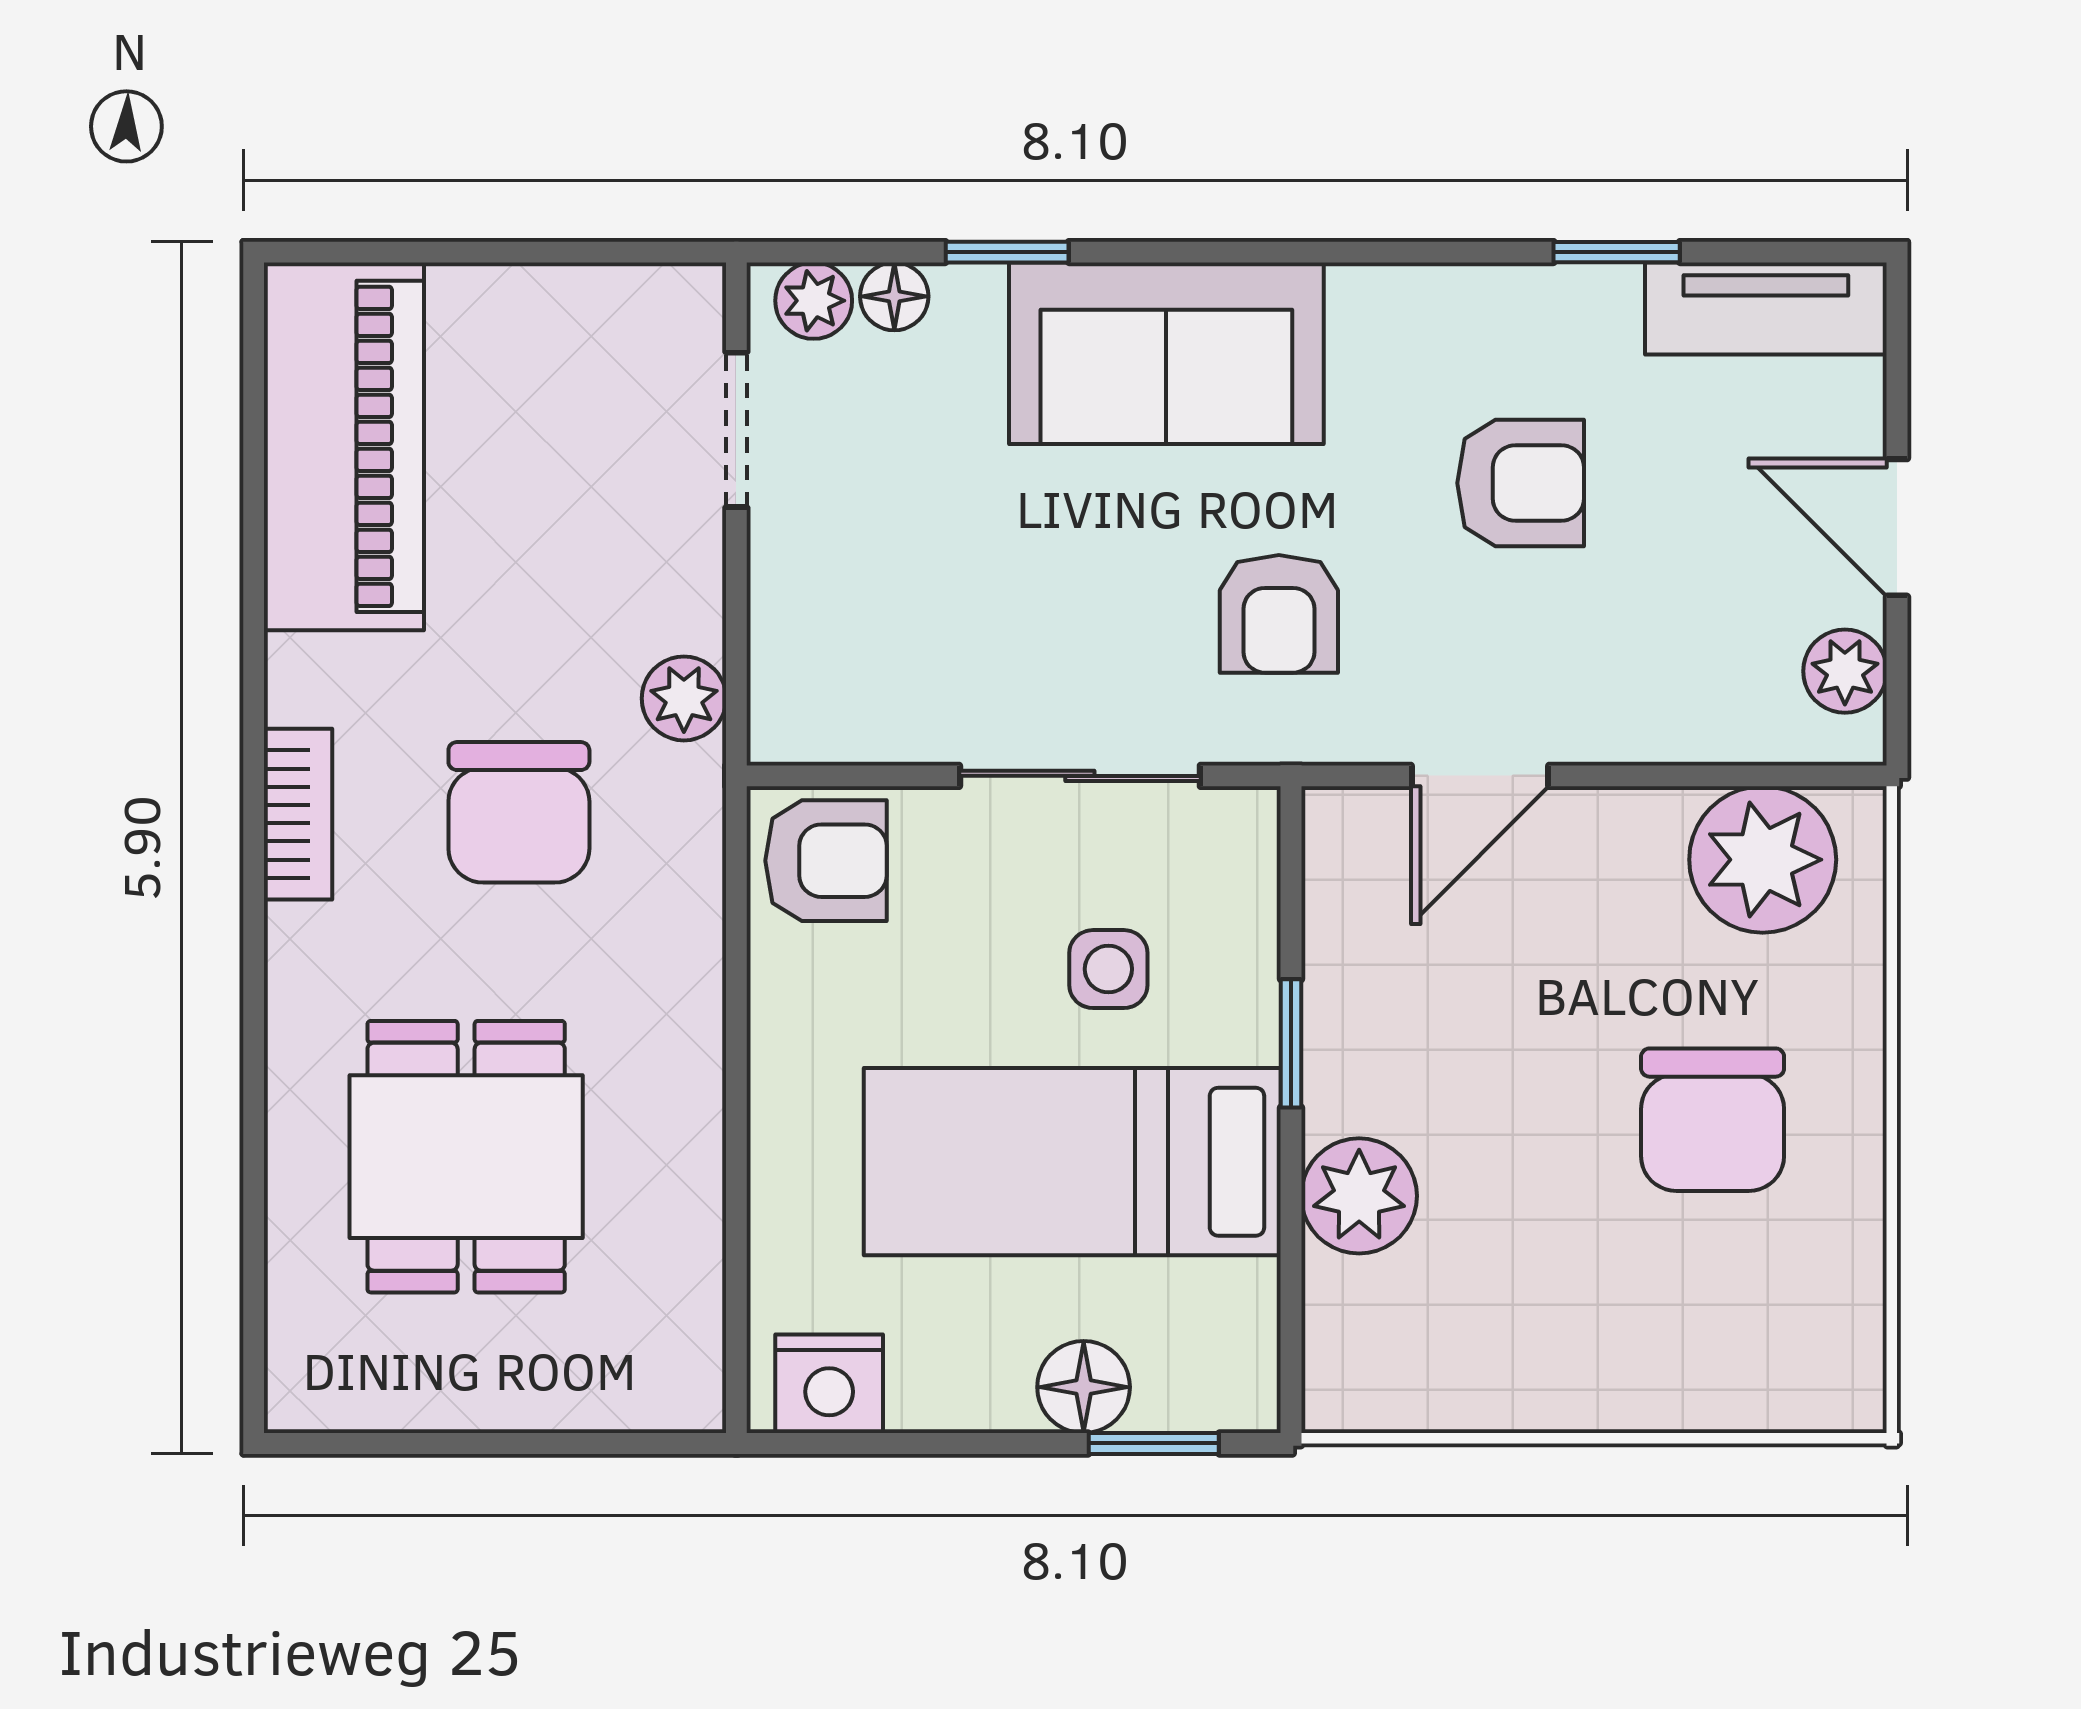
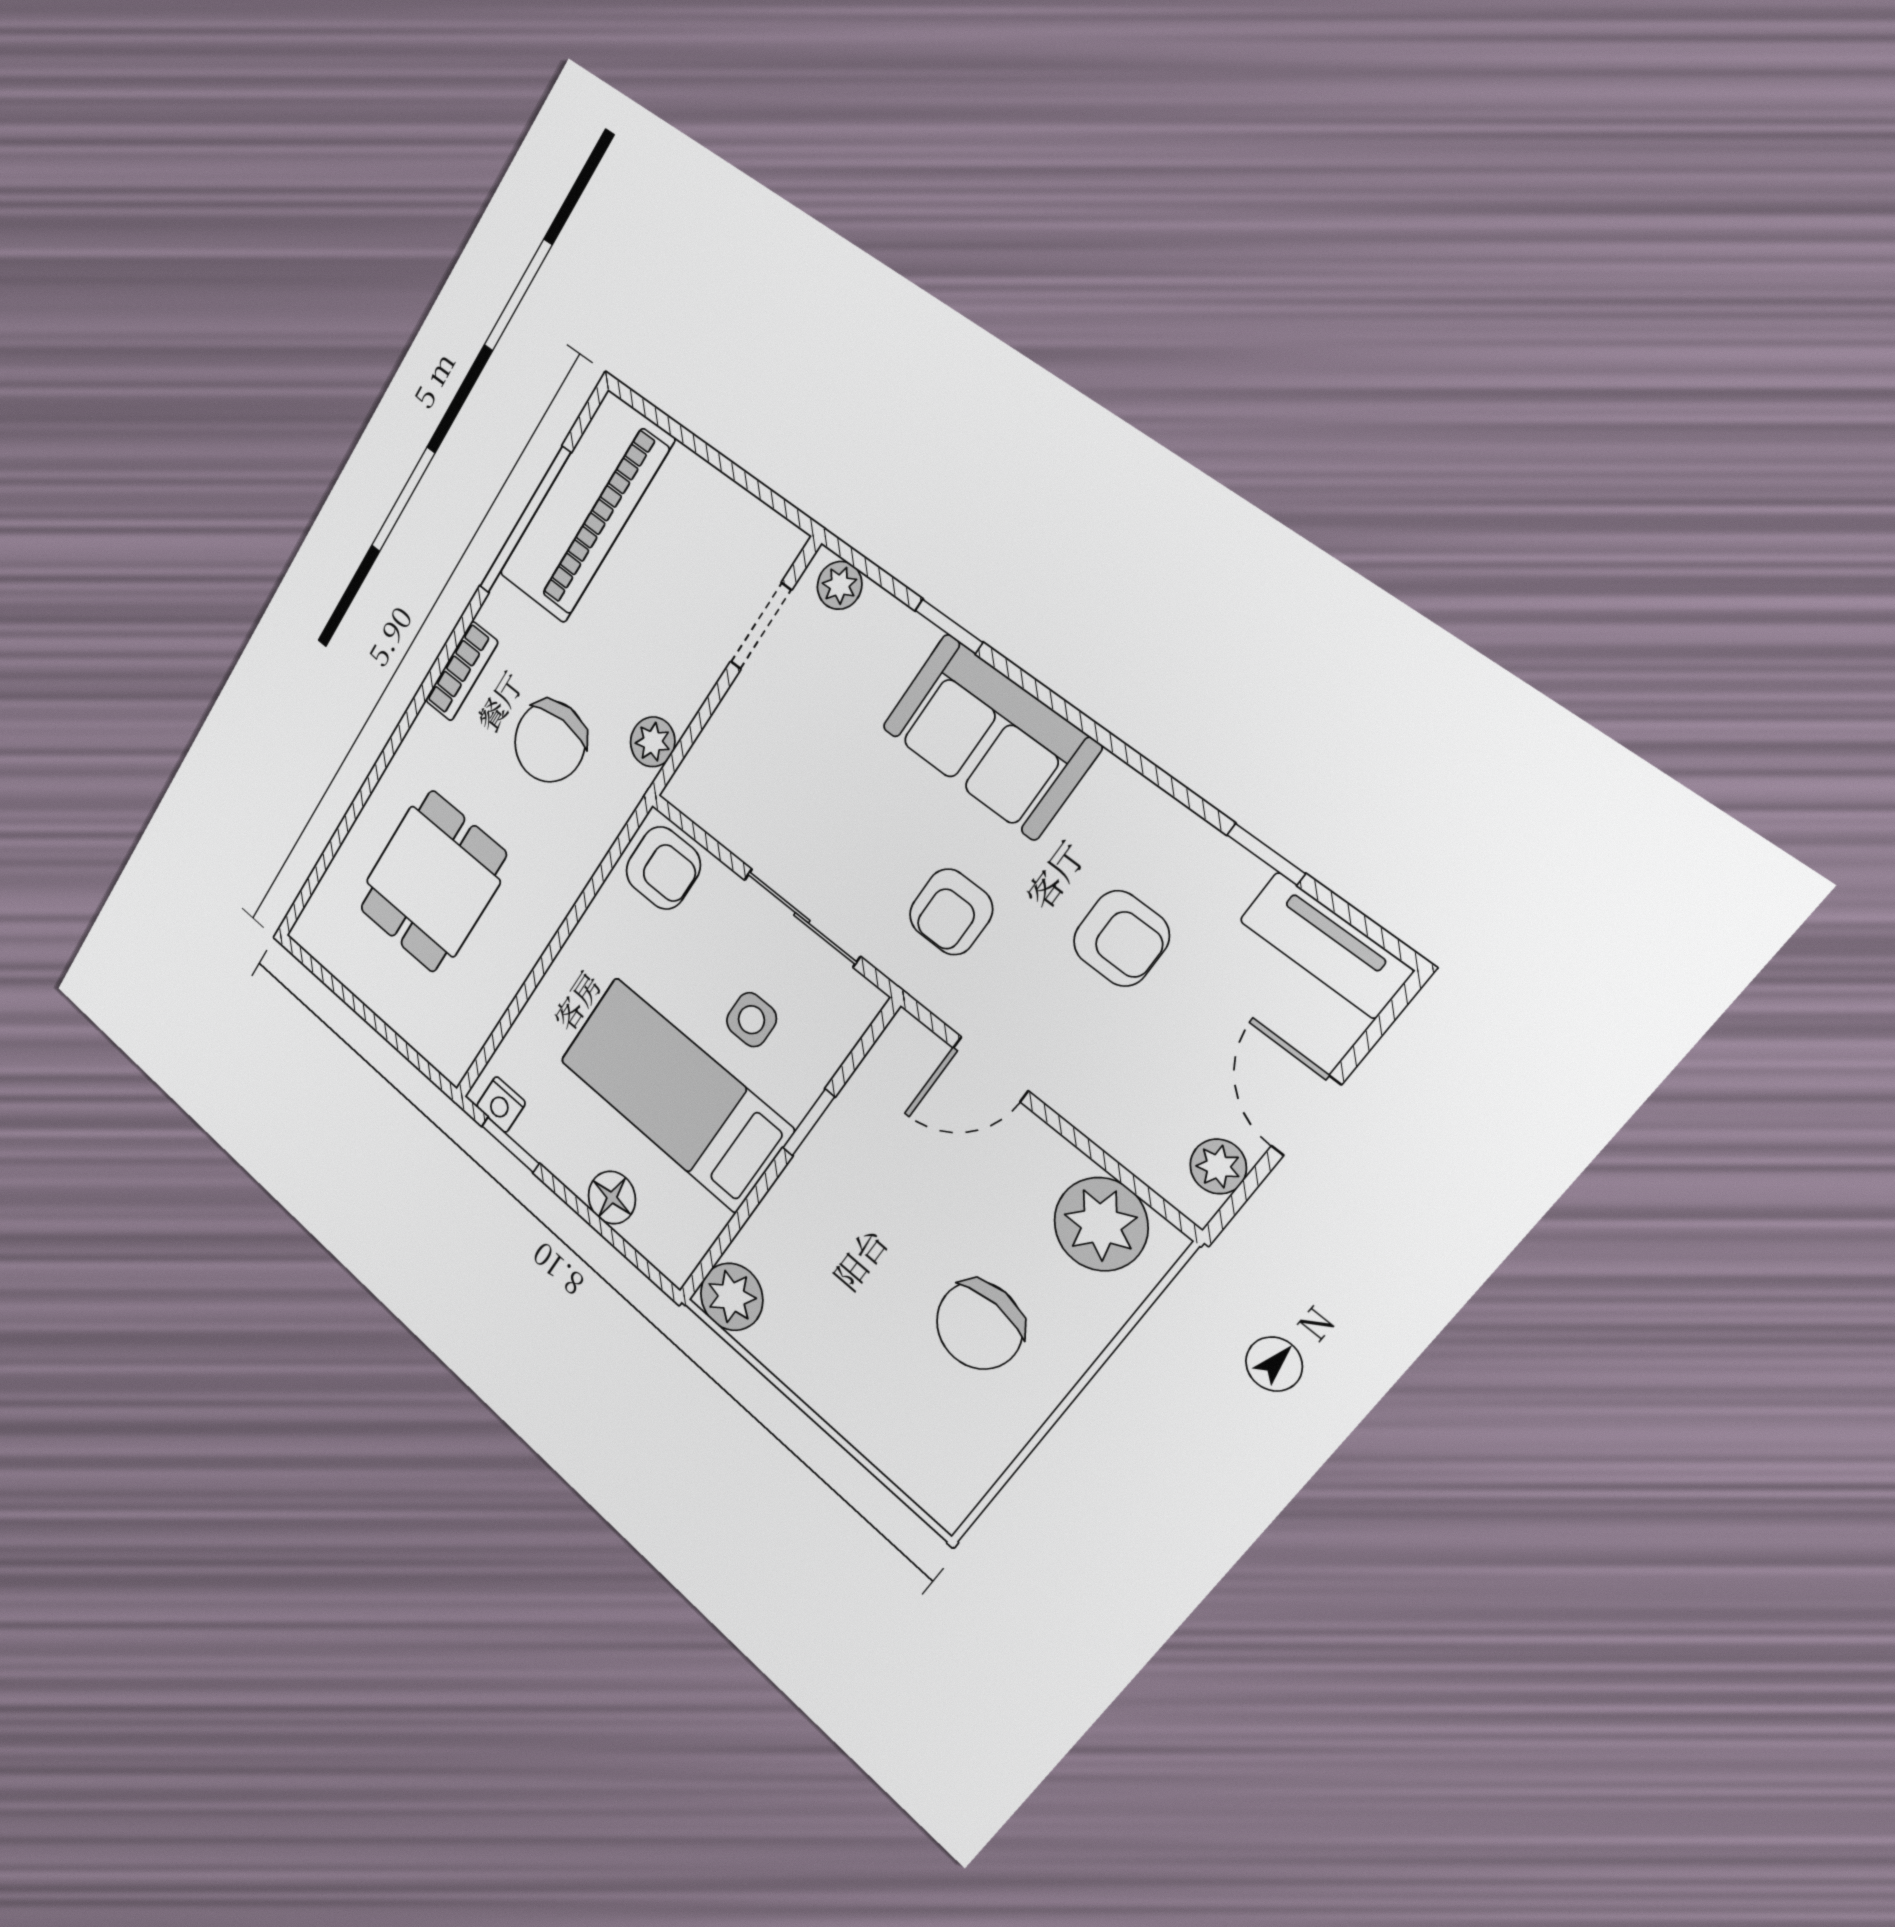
floor lamp: (894, 296) -> (879, 611), removed
window: (254, 528) -> (525, 520), added
plant: (1359, 1196) -> (732, 1297), moved
nightstand: (829, 1384) -> (501, 1104), width x0.72, depth x0.74
window: (1154, 1443) -> (510, 1145), moved

